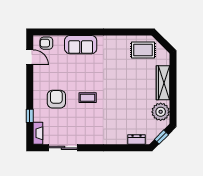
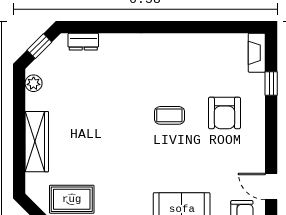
plant: (161, 112) -> (34, 83), width x0.53, depth x0.53
sliding door: (63, 148) -> (213, 27), removed

